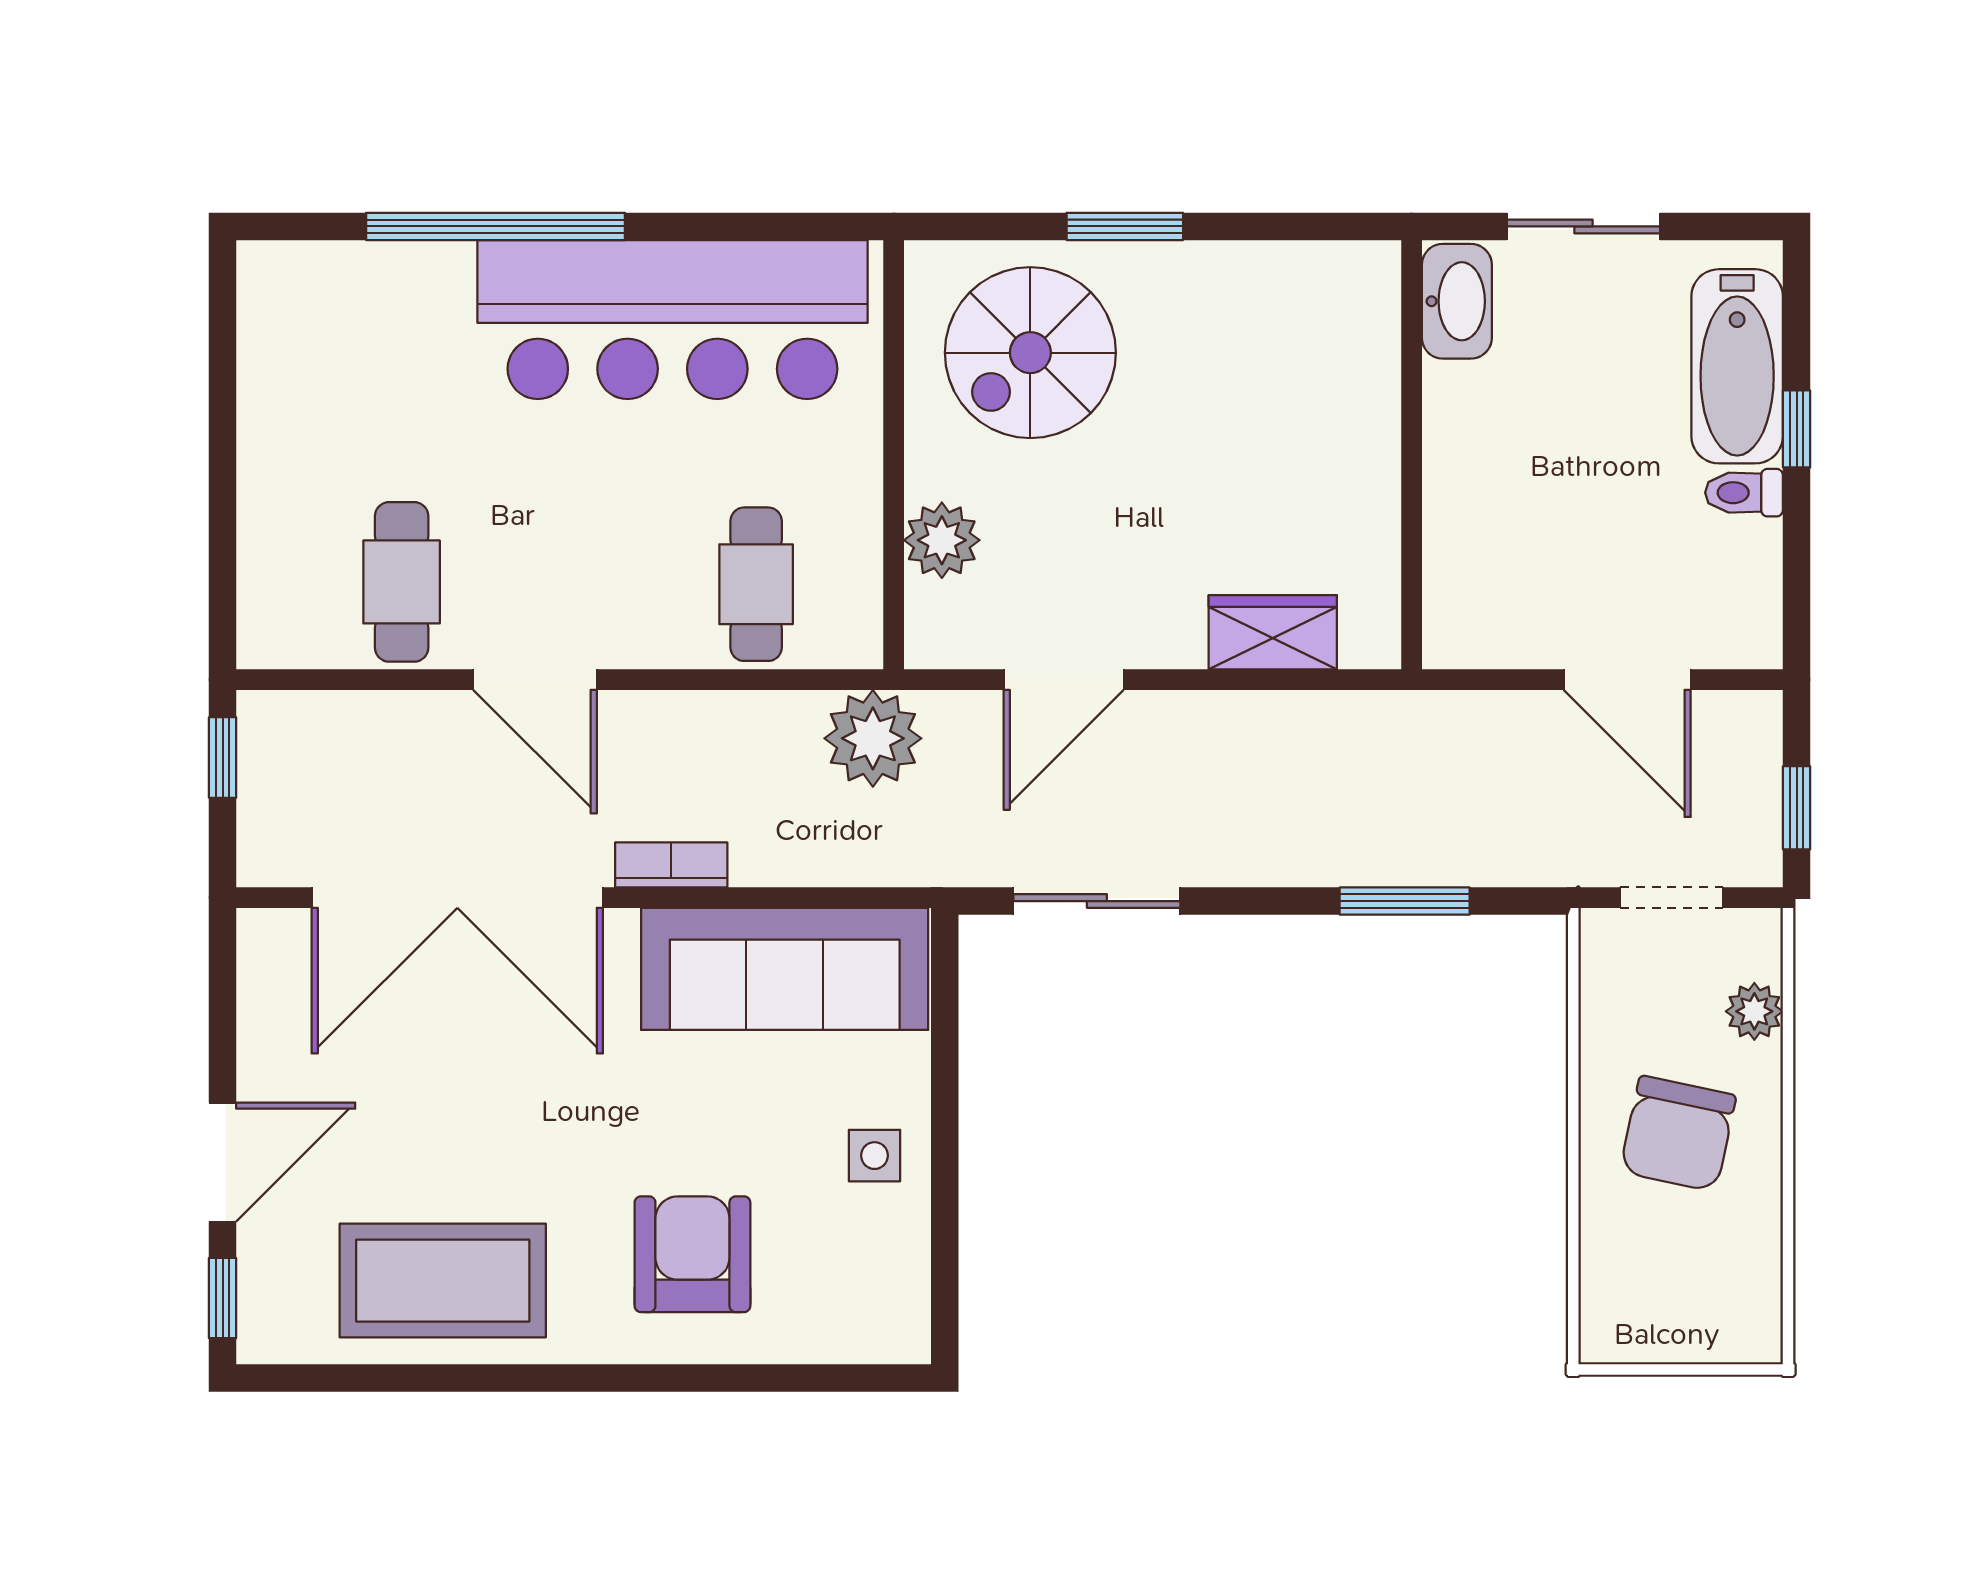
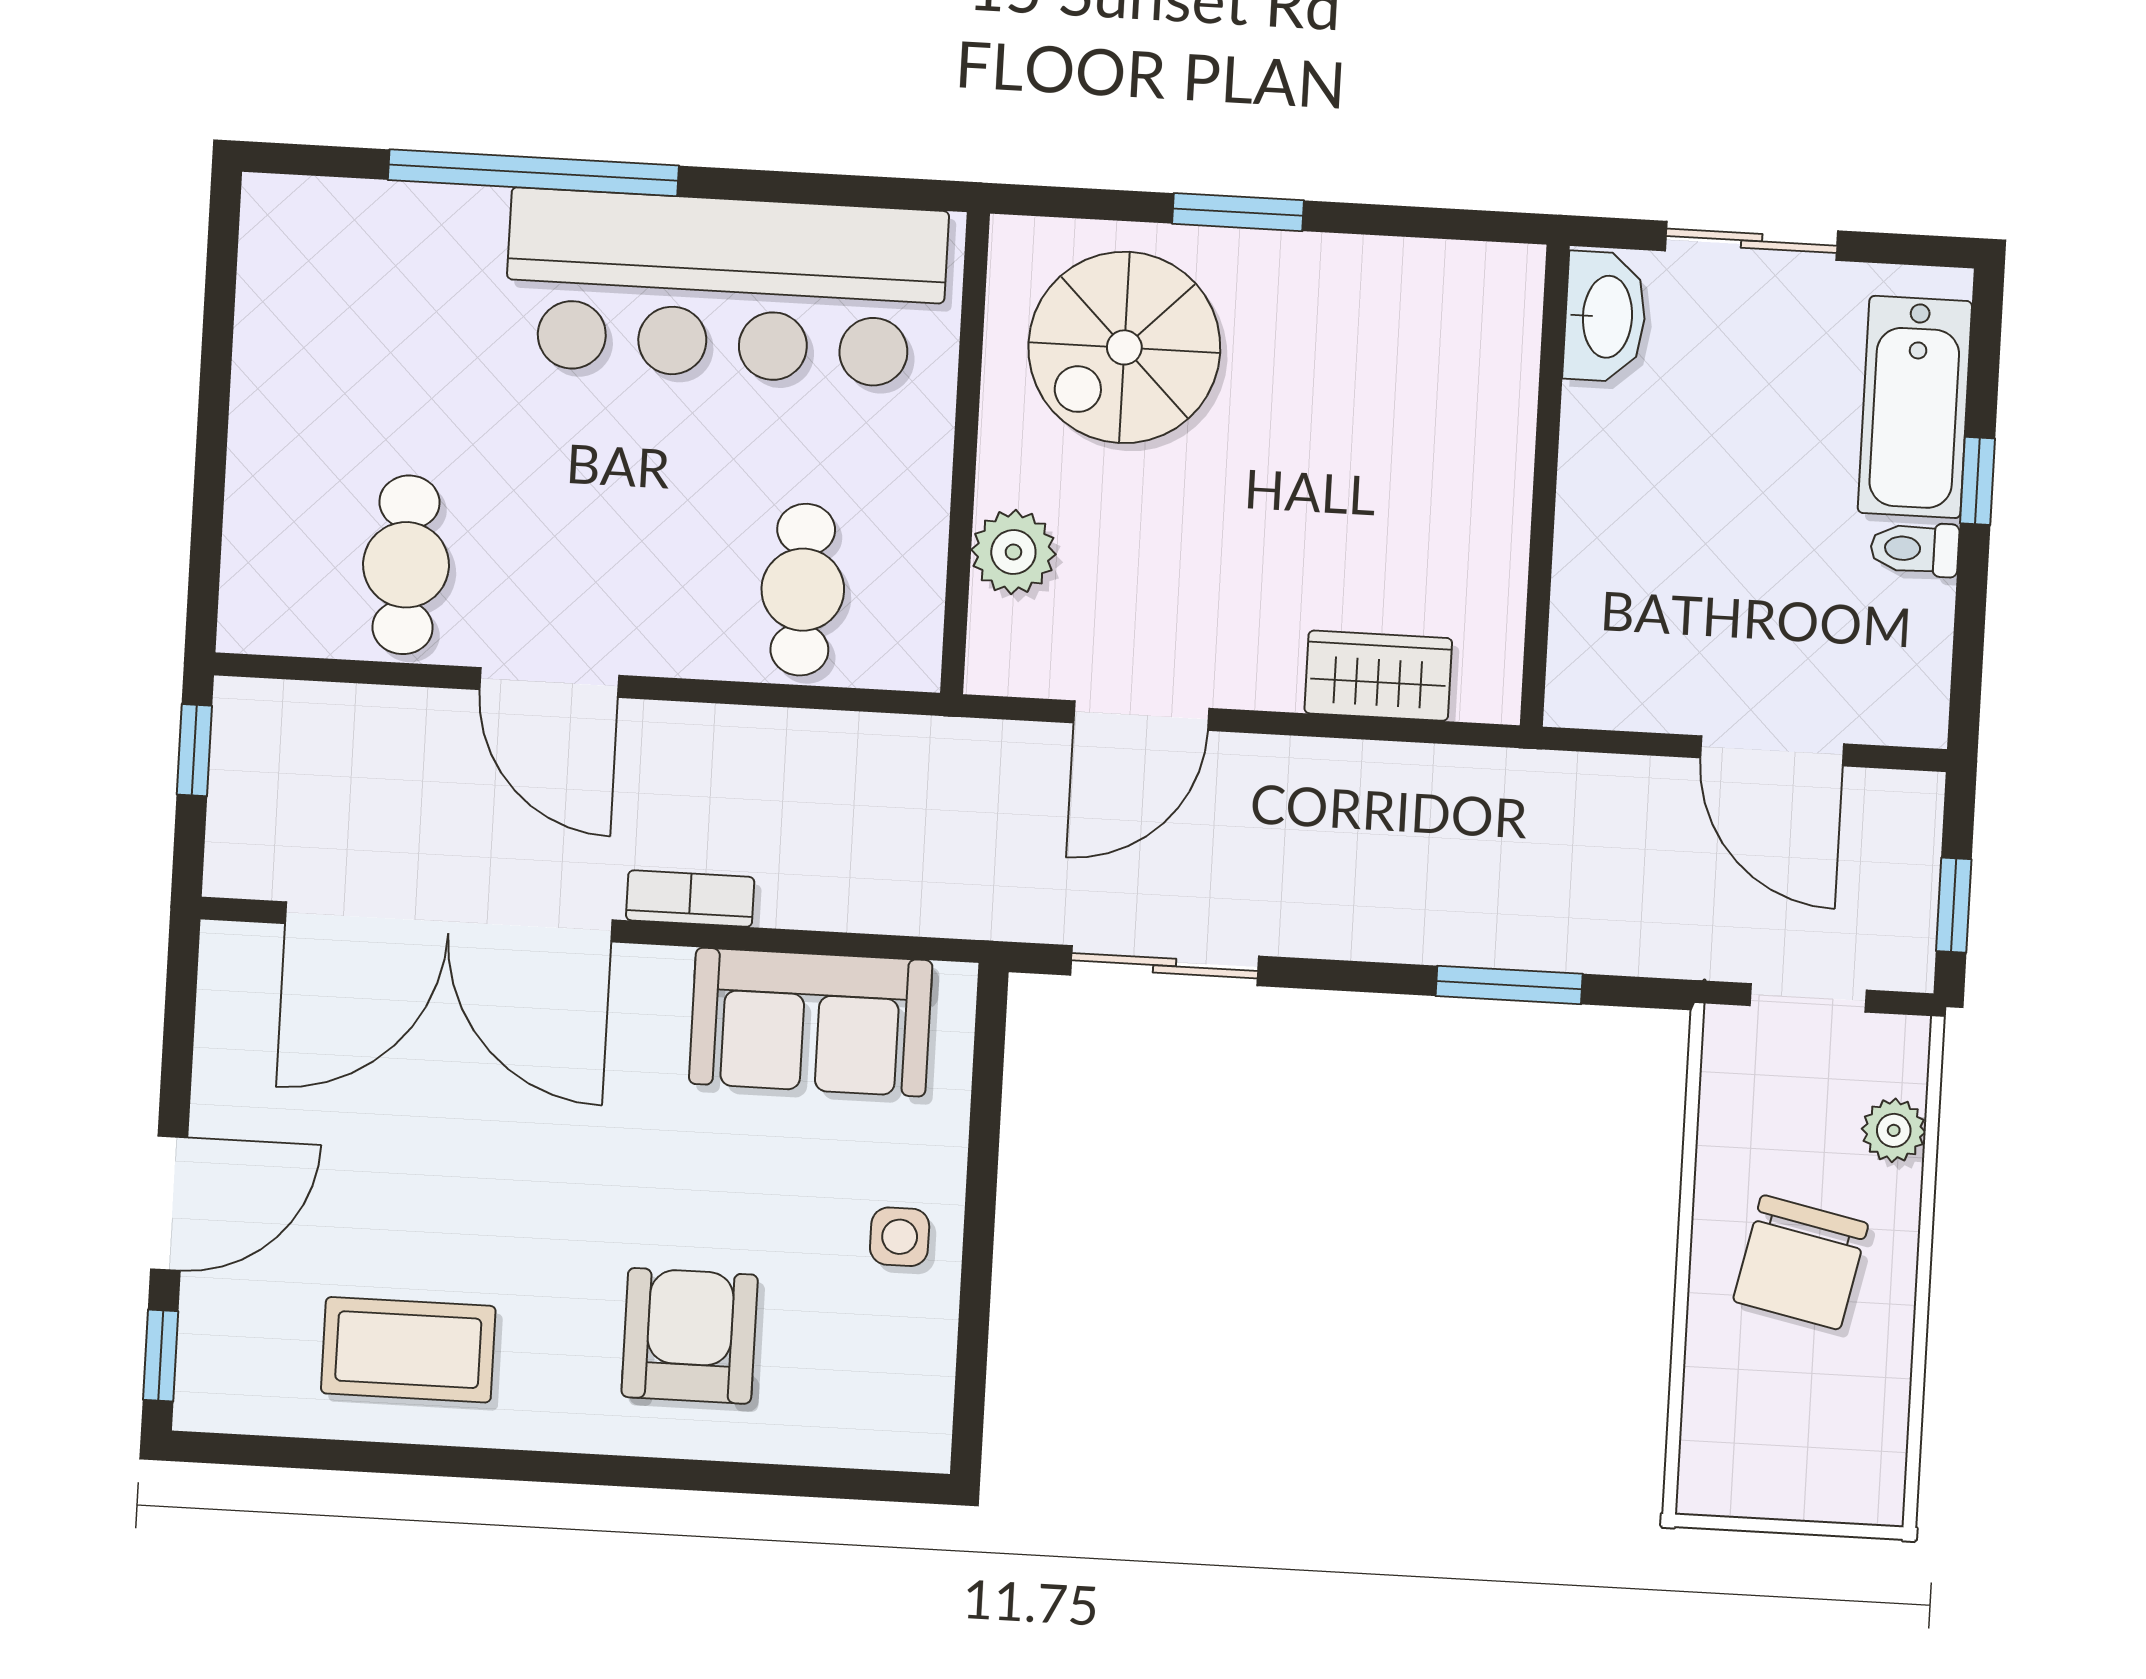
plant: (873, 738) -> (924, 769), removed
sofa: (785, 969) -> (811, 1022), width x0.73
coffee table: (443, 1281) -> (408, 1350), width x0.73, depth x0.76

